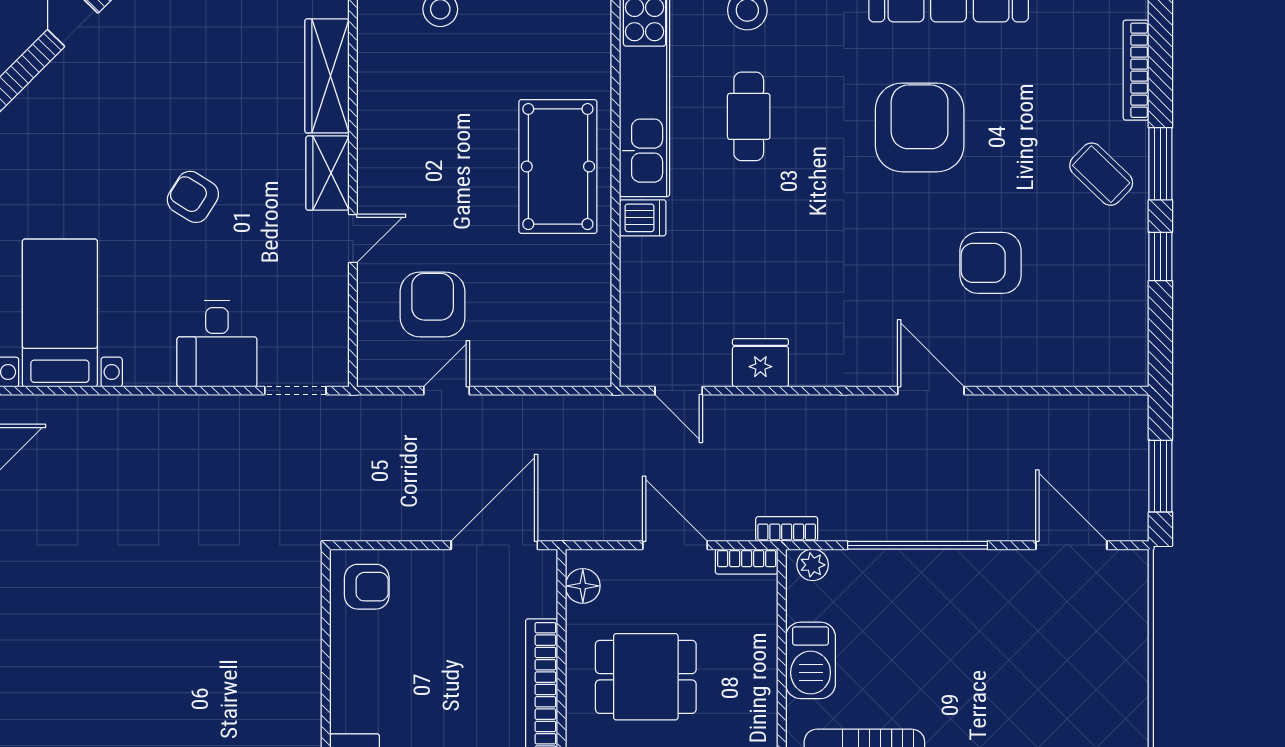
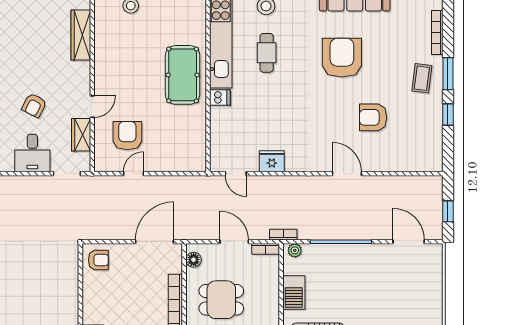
wardrobe: (327, 173) -> (81, 135), moved
coffee table: (1101, 174) -> (422, 78), turned 53
armchair: (193, 197) -> (34, 105), moved, turned -95
window: (1160, 476) -> (448, 211), width x0.67

